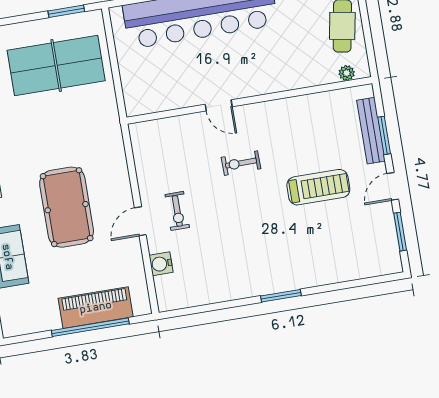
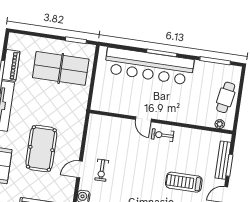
exercise bike: (241, 163) -> (163, 135), moved
treadmill: (318, 187) -> (184, 182), turned 180

